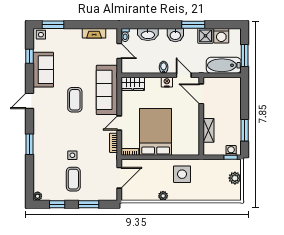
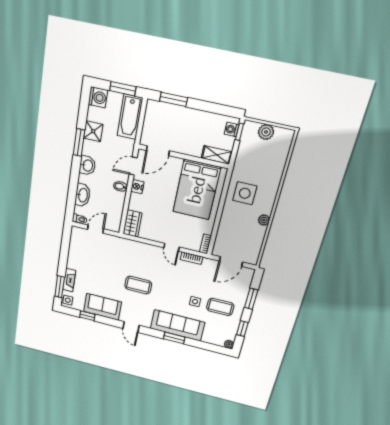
fireplace: (94, 33) -> (69, 280), moved
washing machine: (221, 36) -> (98, 97), moved
sofa: (107, 90) -> (177, 325), moved, turned 180
shelving: (208, 130) -> (217, 155), moved
window: (245, 130) -> (174, 99), moved
bed: (156, 132) -> (197, 190), moved, turned -90
door: (119, 178) -> (231, 262), swing flipped

